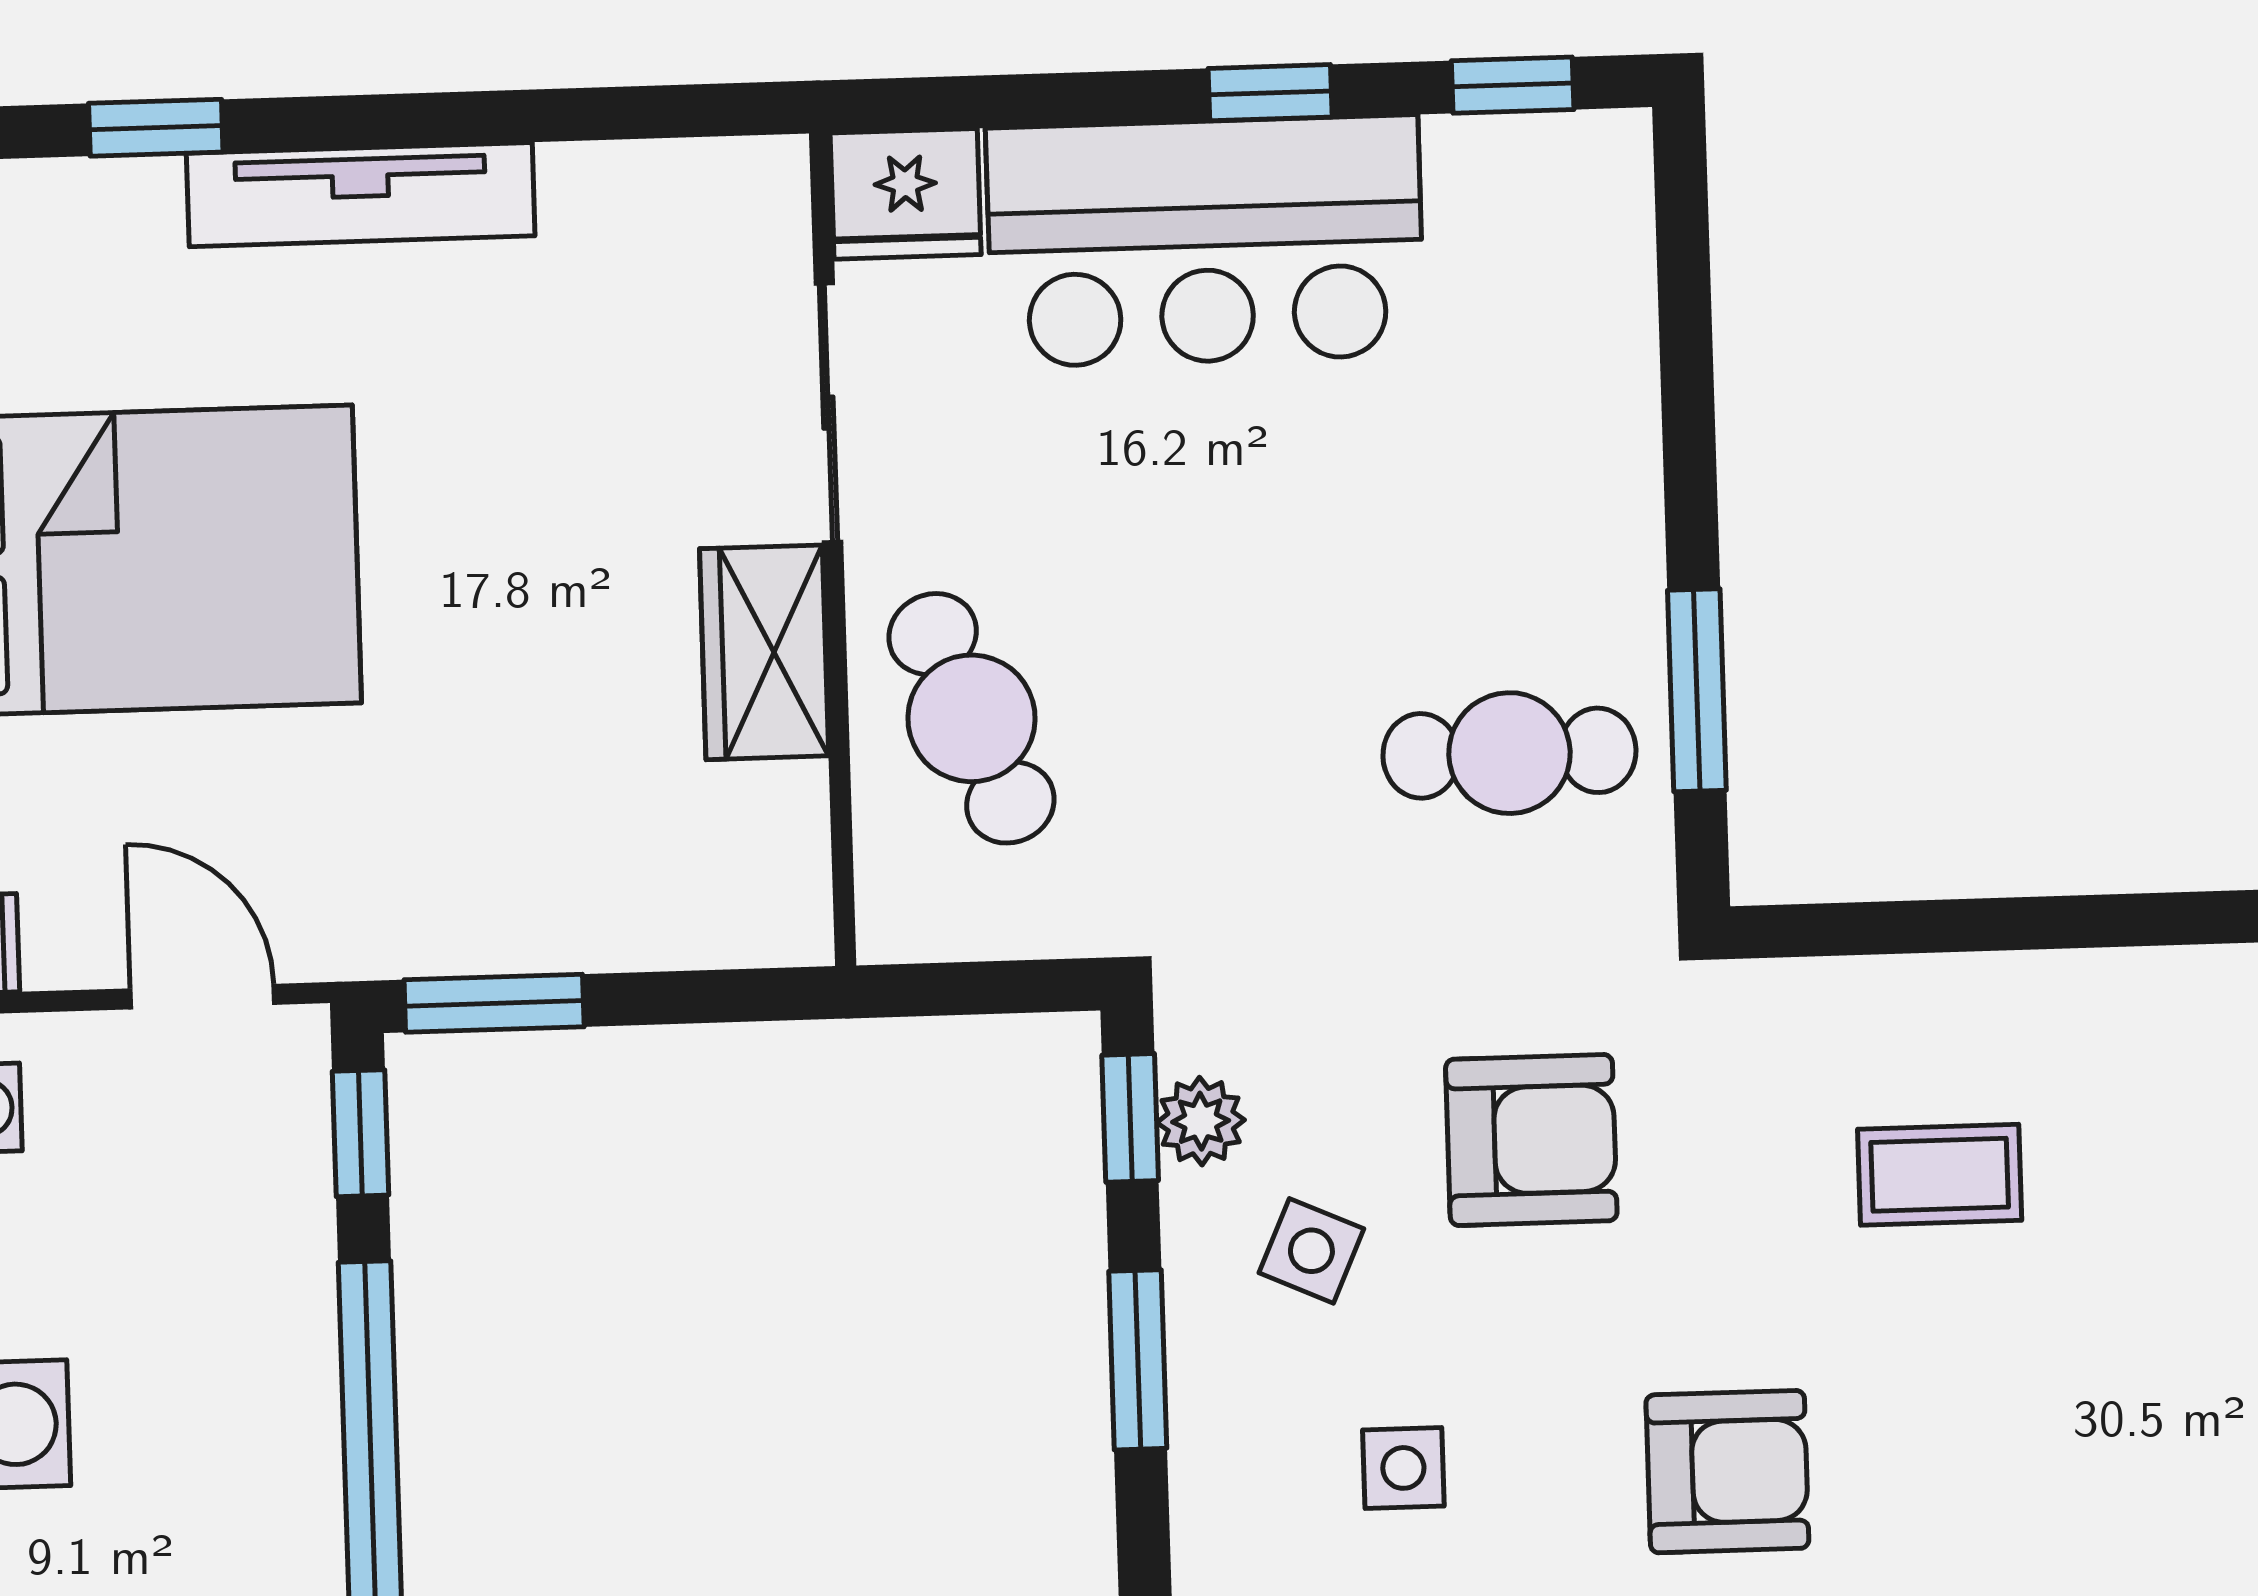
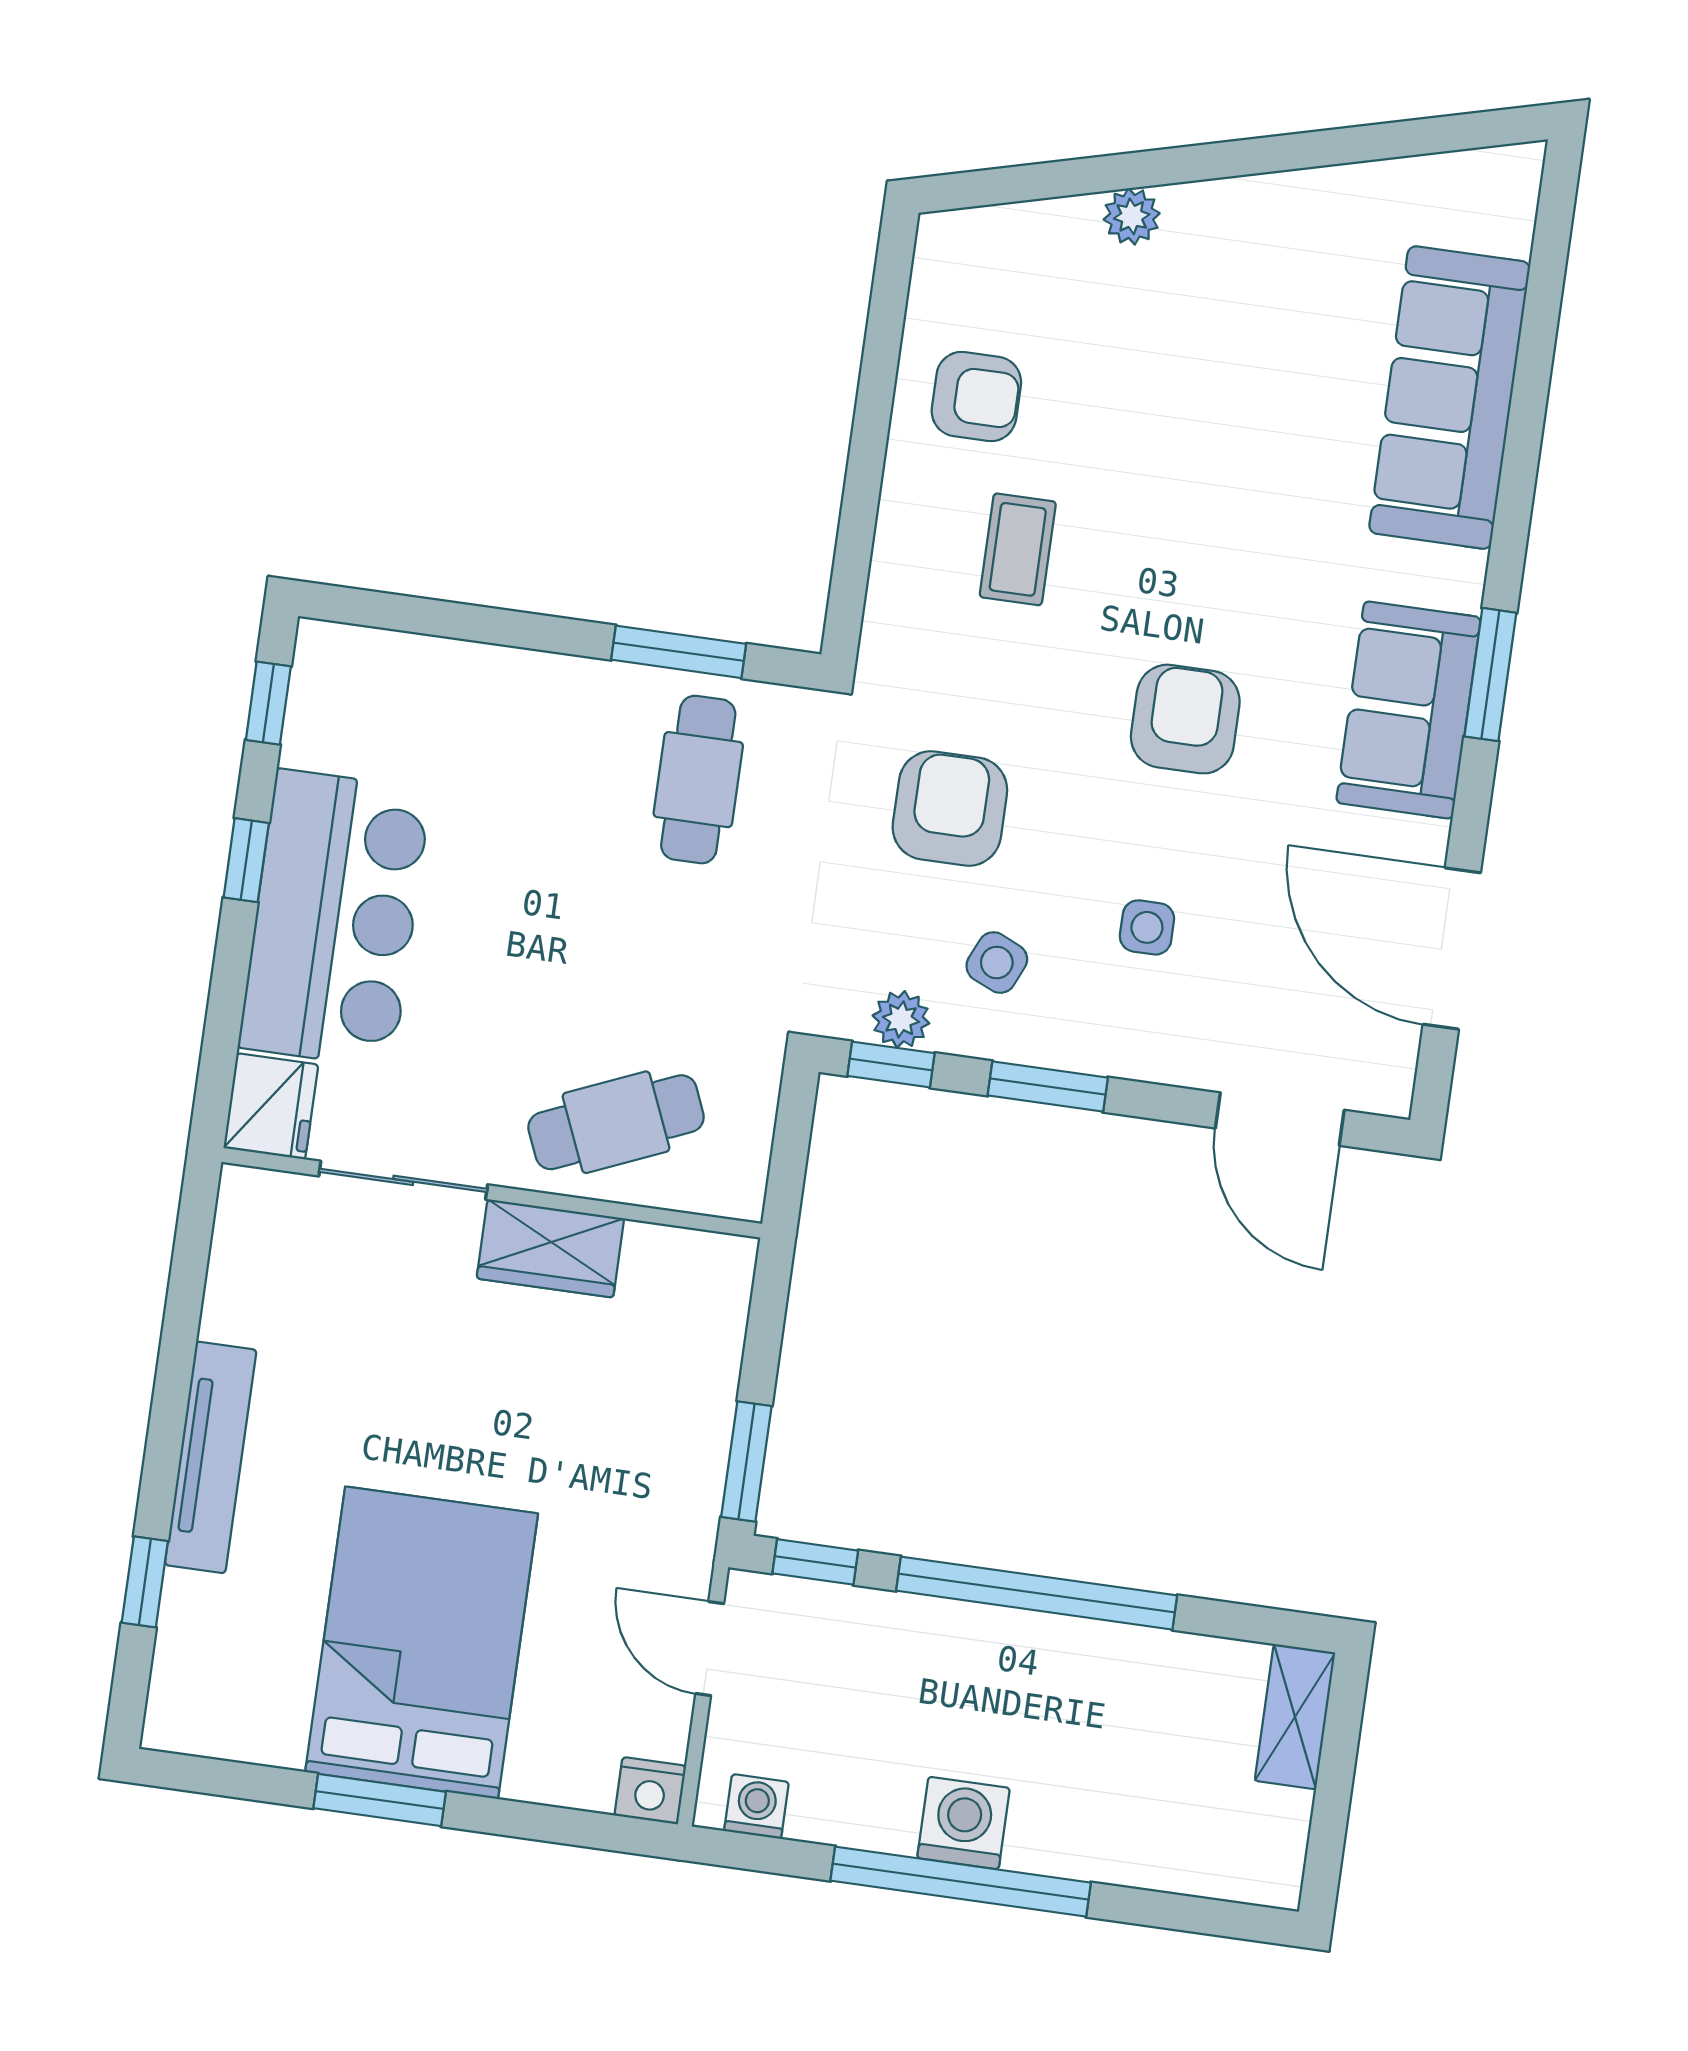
door: (202, 997) -> (710, 1649), hinge flipped
armchair: (2159, 1073) -> (976, 397), added

